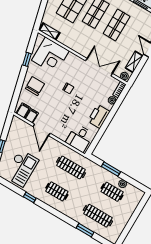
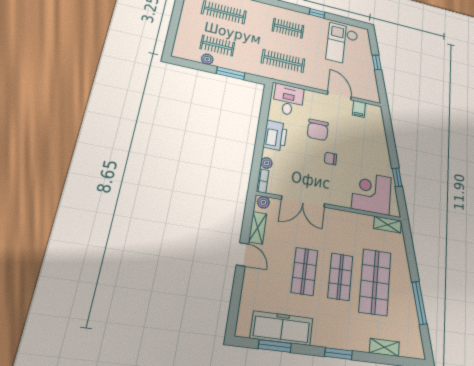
chair: (35, 86) -> (318, 130), moved
filing cabinet: (23, 110) -> (372, 112), removed

